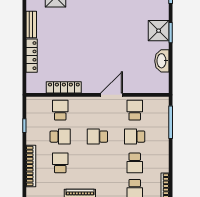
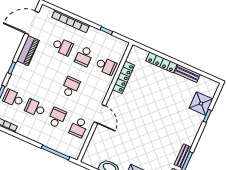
school desk: (135, 110) -> (79, 127), turned 90

